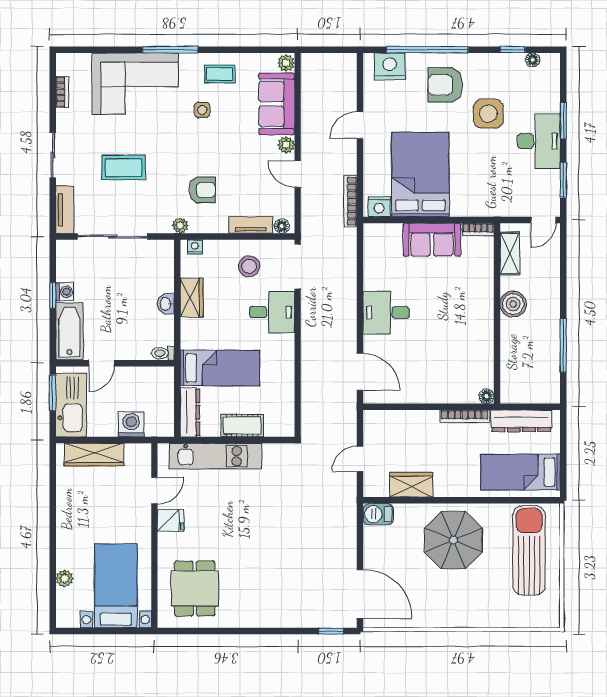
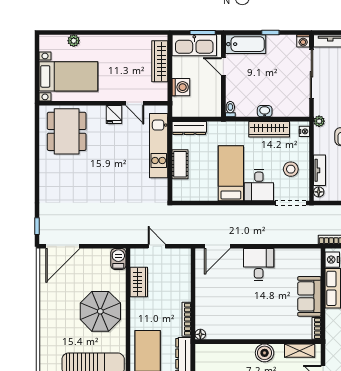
washing machine: (65, 292) -> (303, 41), moved
wardrobe: (192, 297) -> (269, 129), width x1.50
bed: (220, 368) -> (231, 173), moved, turned 180
dining table: (195, 588) -> (67, 131), width x1.38

